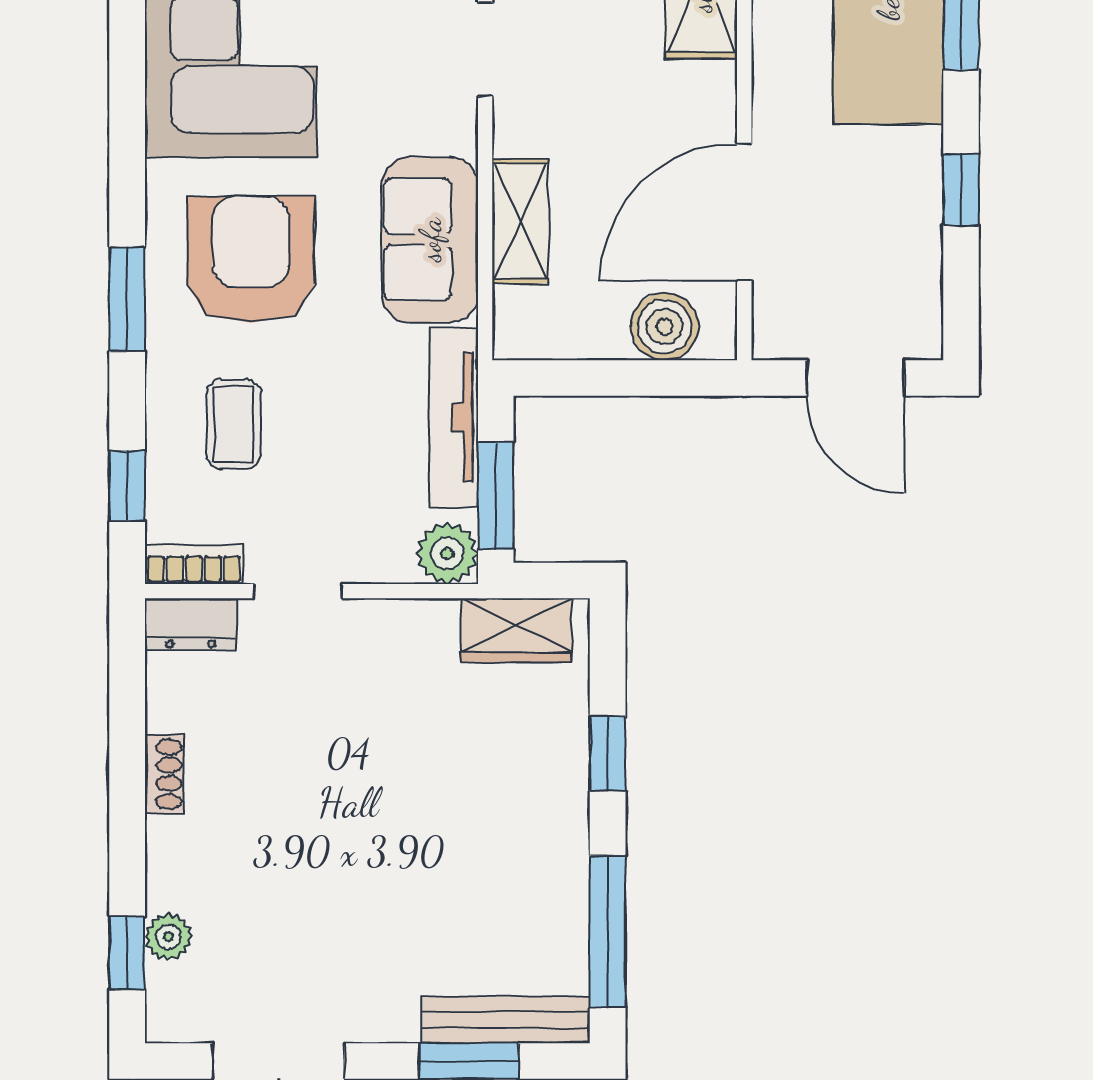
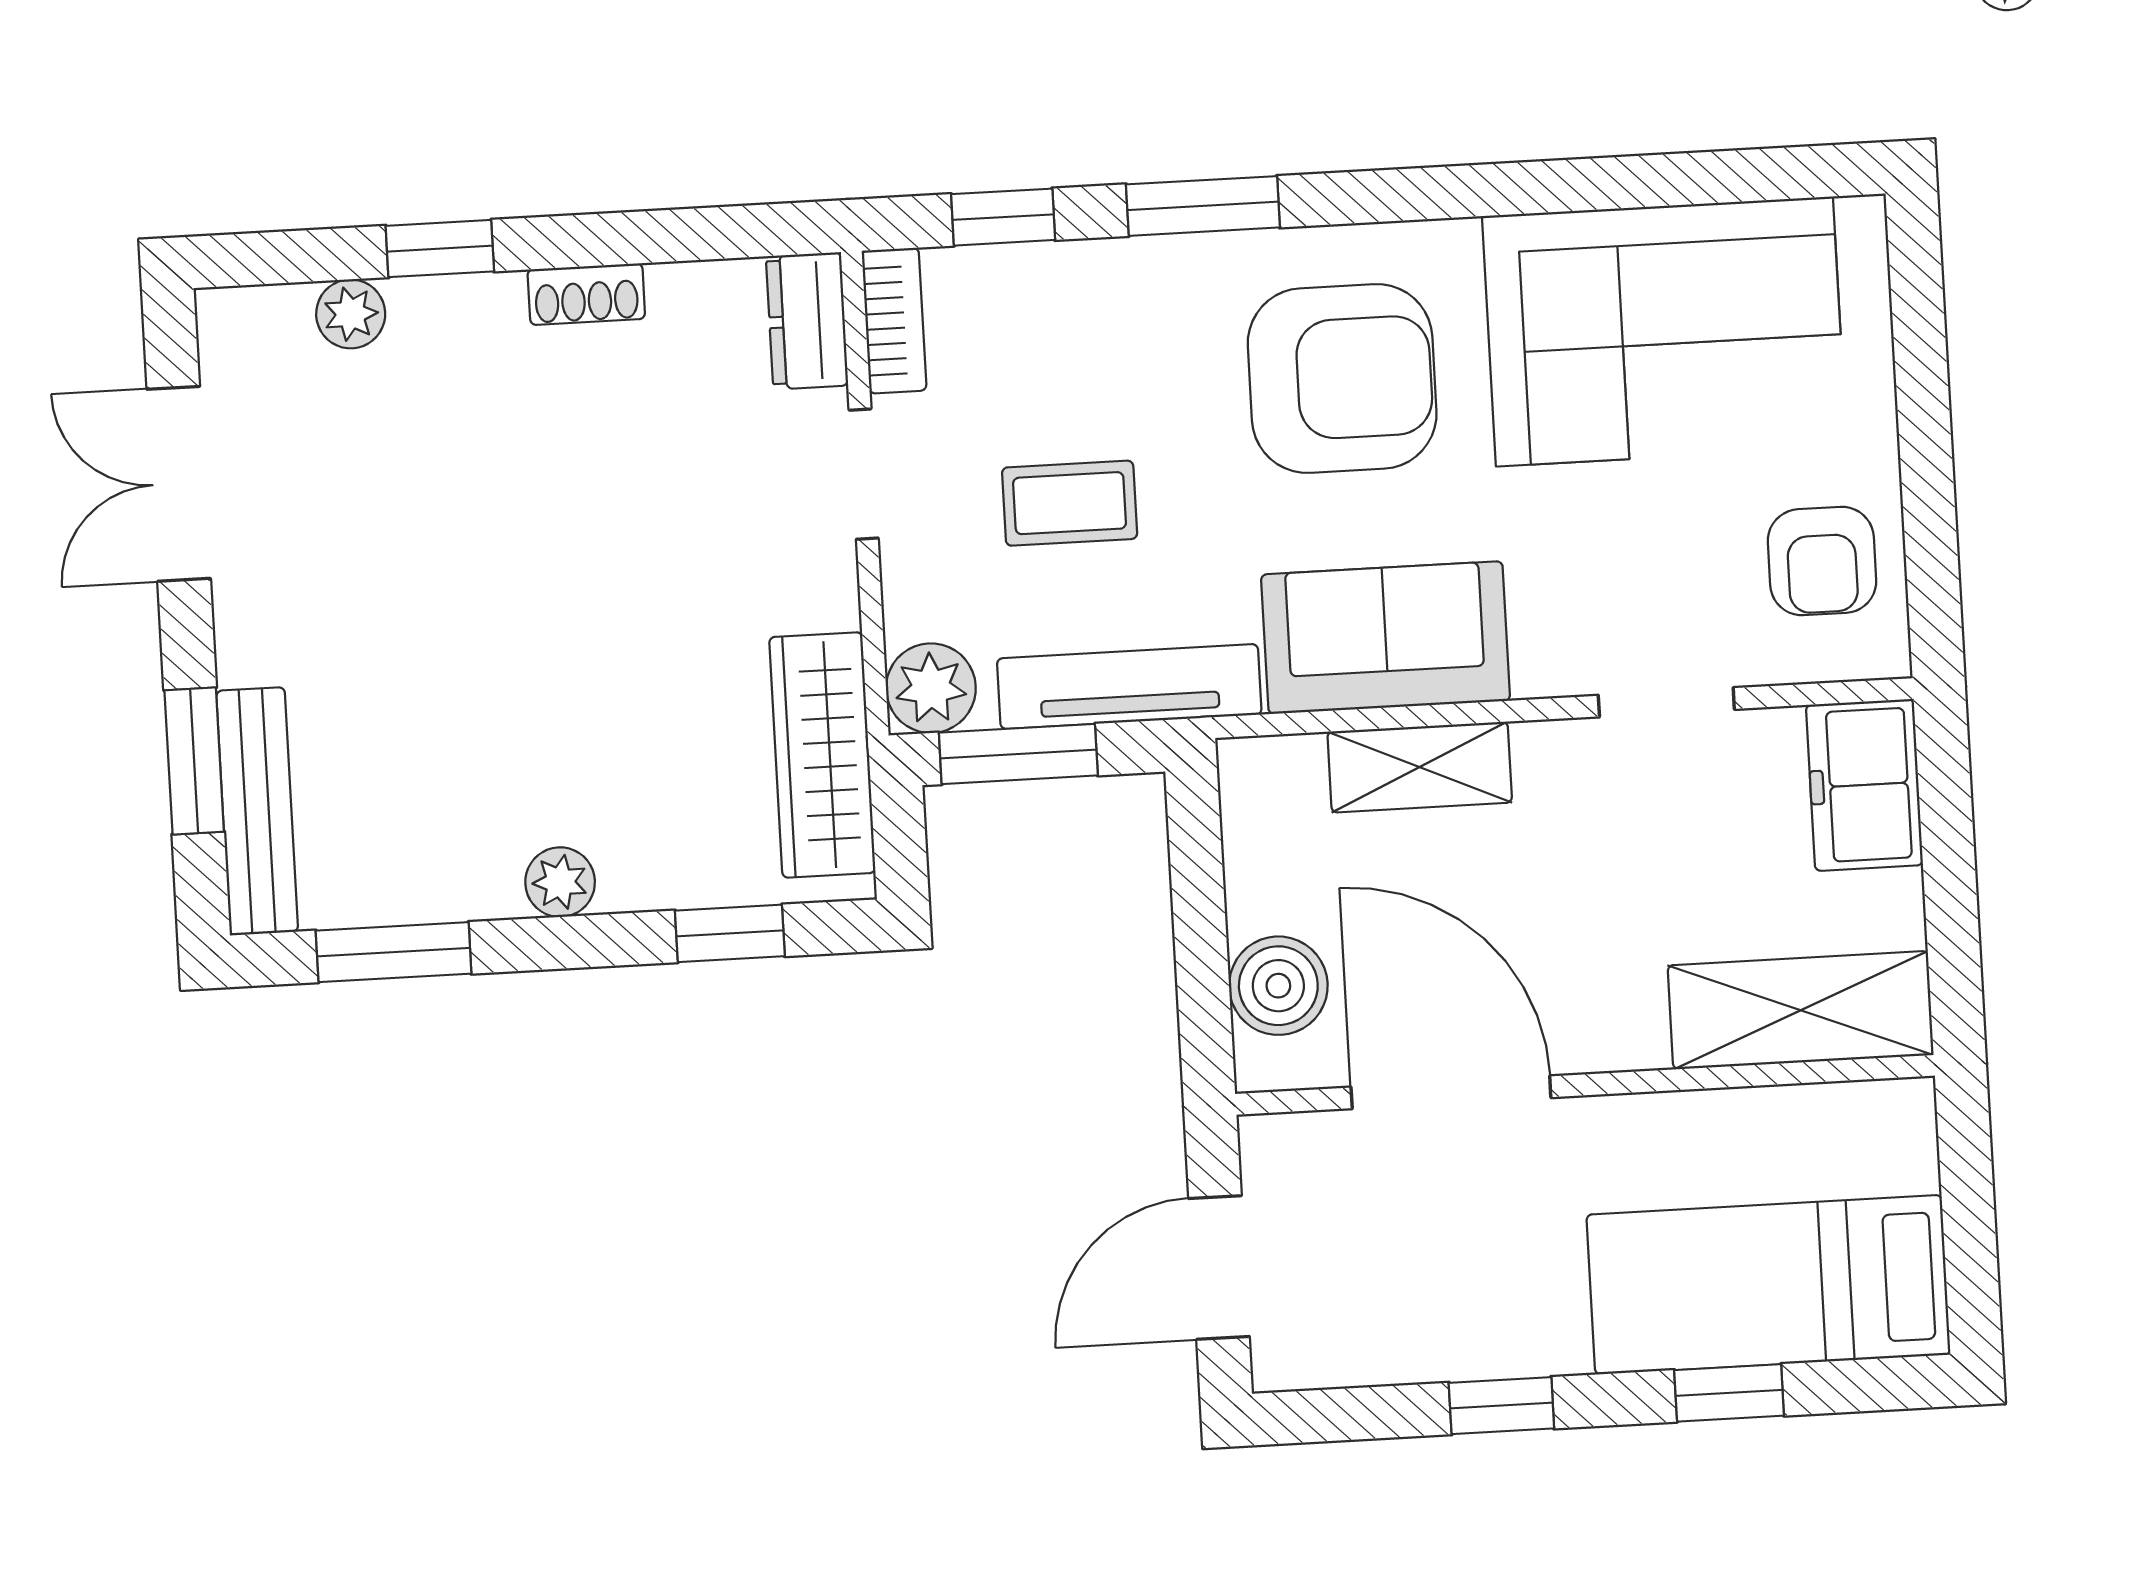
window: (127, 299) -> (1203, 206), moved
coffee table: (234, 424) -> (1070, 503), moved
wardrobe: (517, 630) -> (822, 755), width x1.50
window: (608, 754) -> (730, 933), moved
plant: (566, 815) -> (560, 882), added
window: (608, 932) -> (394, 952), width x0.69
window: (127, 953) -> (440, 249), moved

